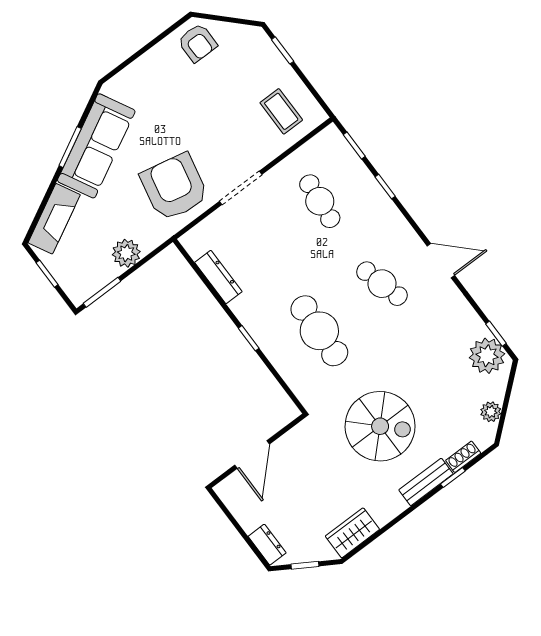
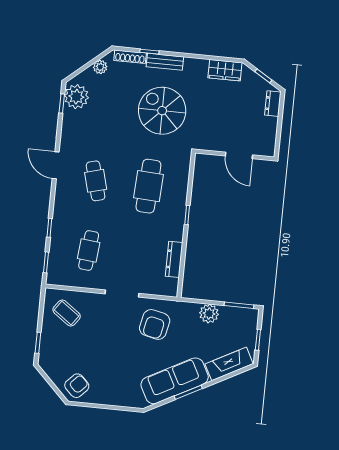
armchair: (197, 43) -> (77, 386), turned 44
coffee table: (281, 111) -> (67, 313), turned -54
armchair: (174, 187) -> (155, 324), width x0.73, depth x0.73
door: (252, 455) -> (239, 155), swing flipped
shoe rack: (463, 457) -> (130, 57), width x1.43

